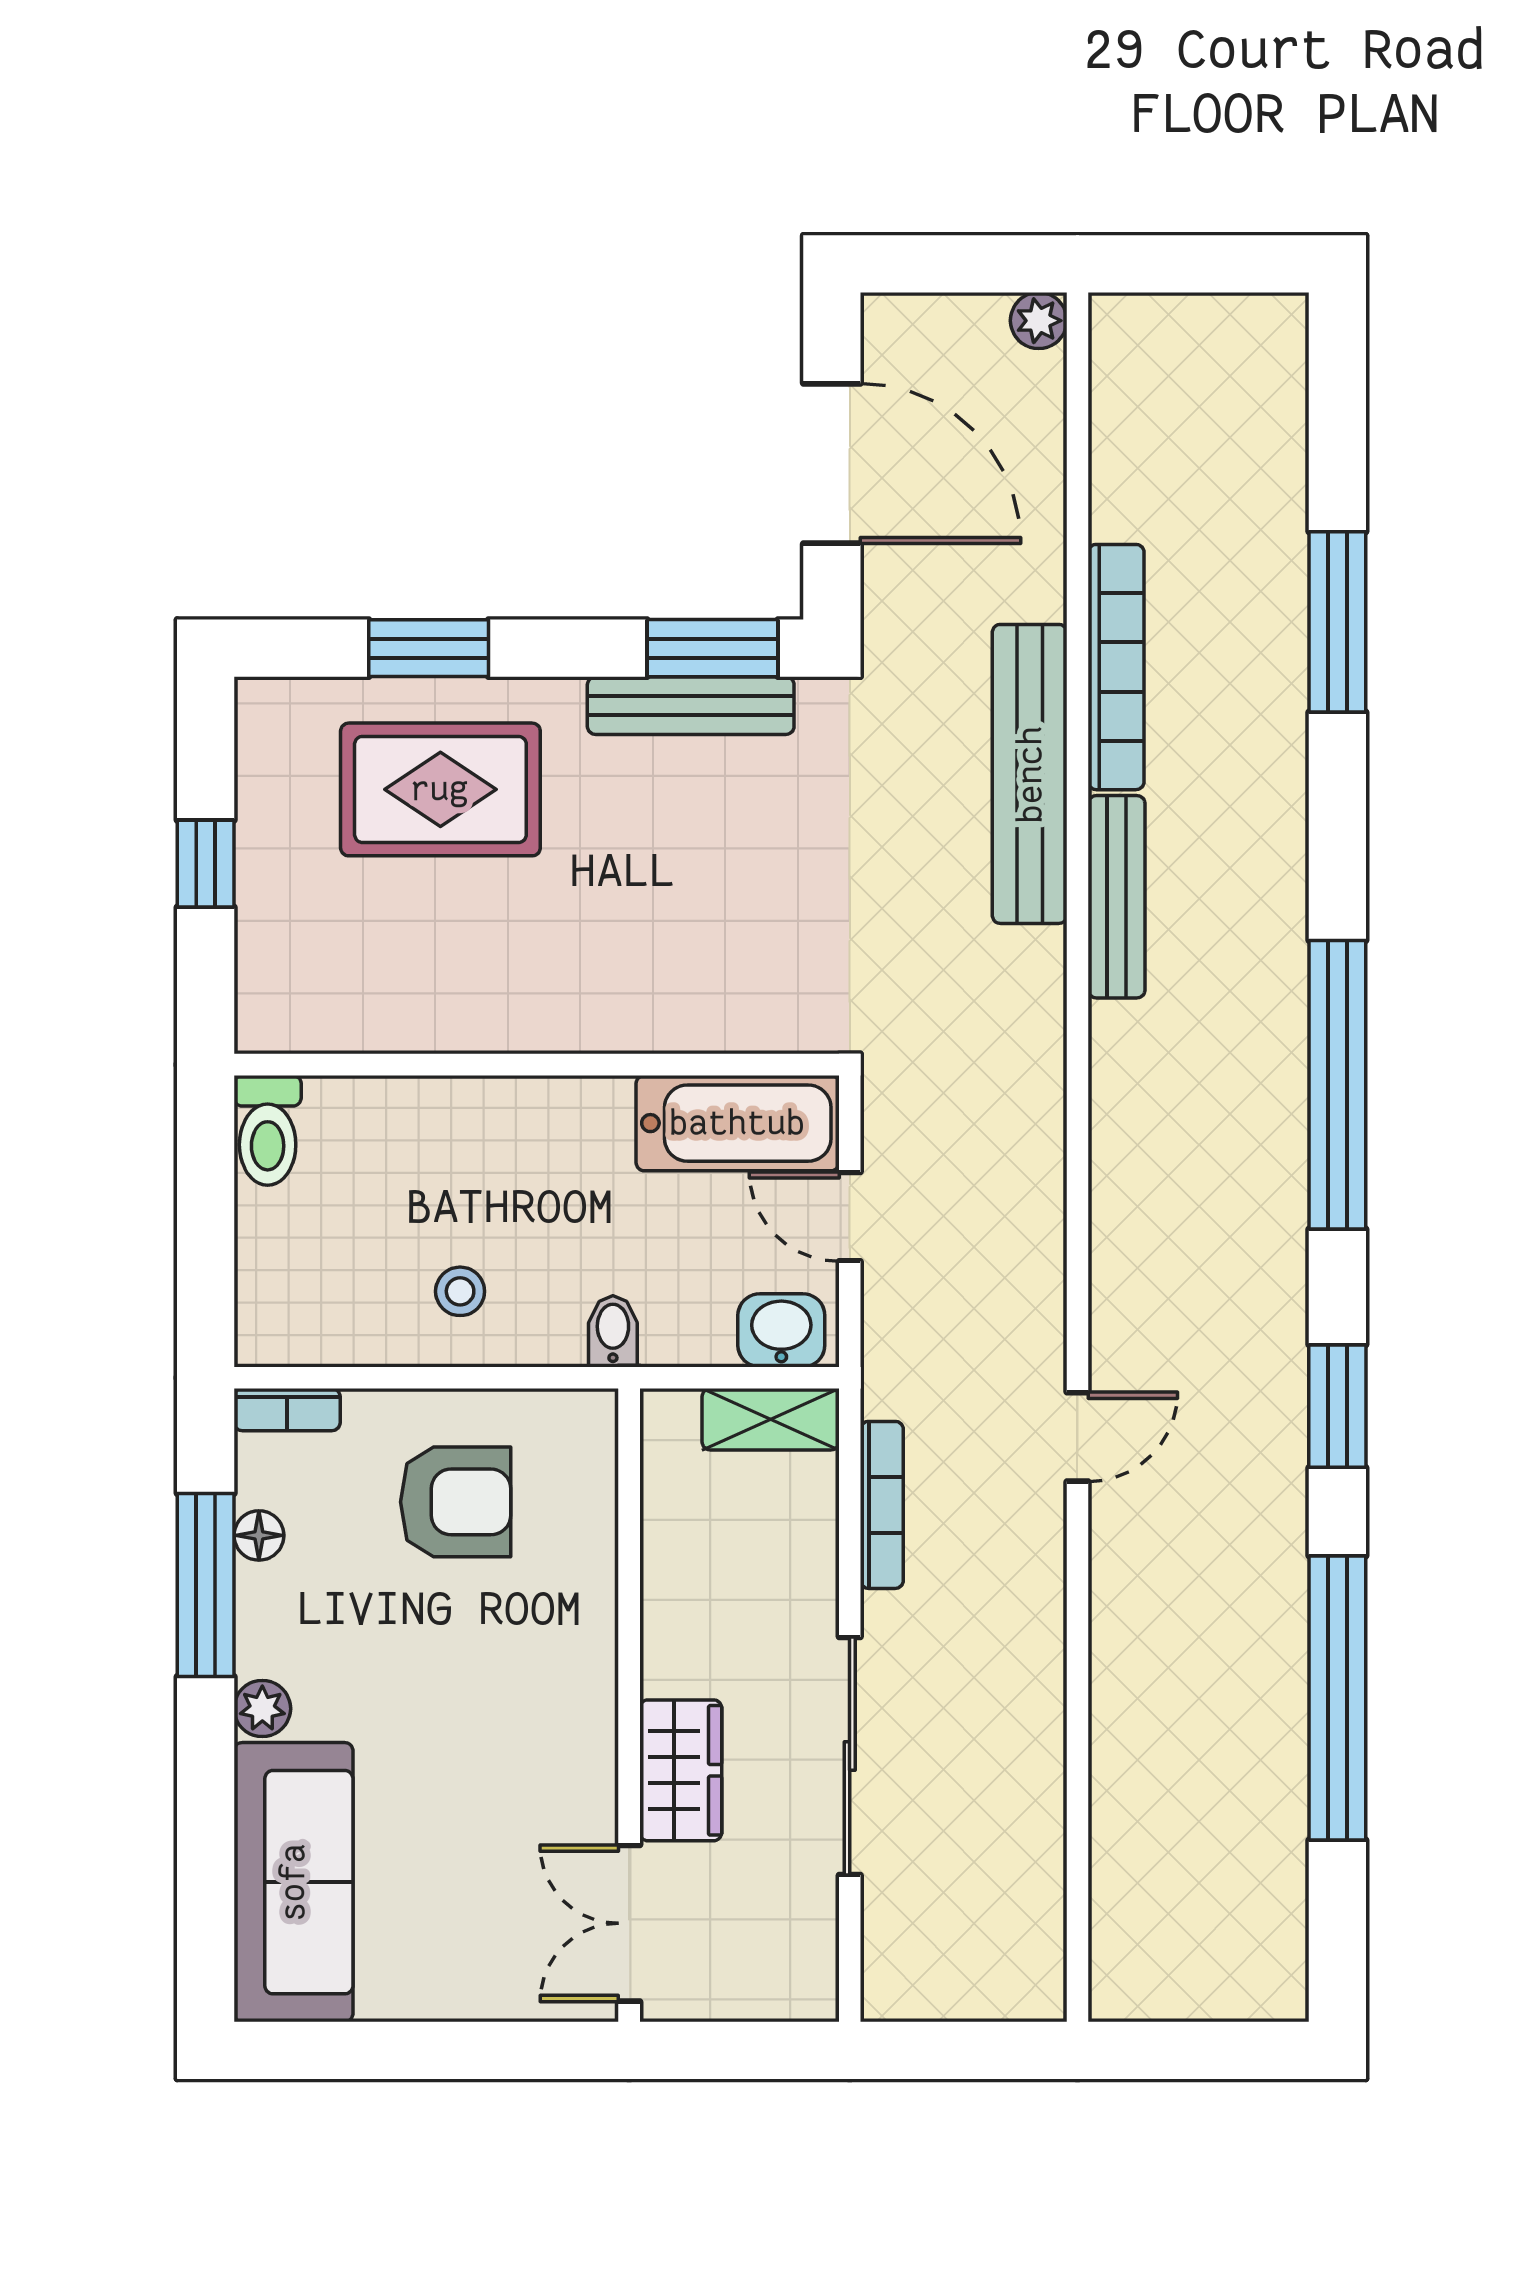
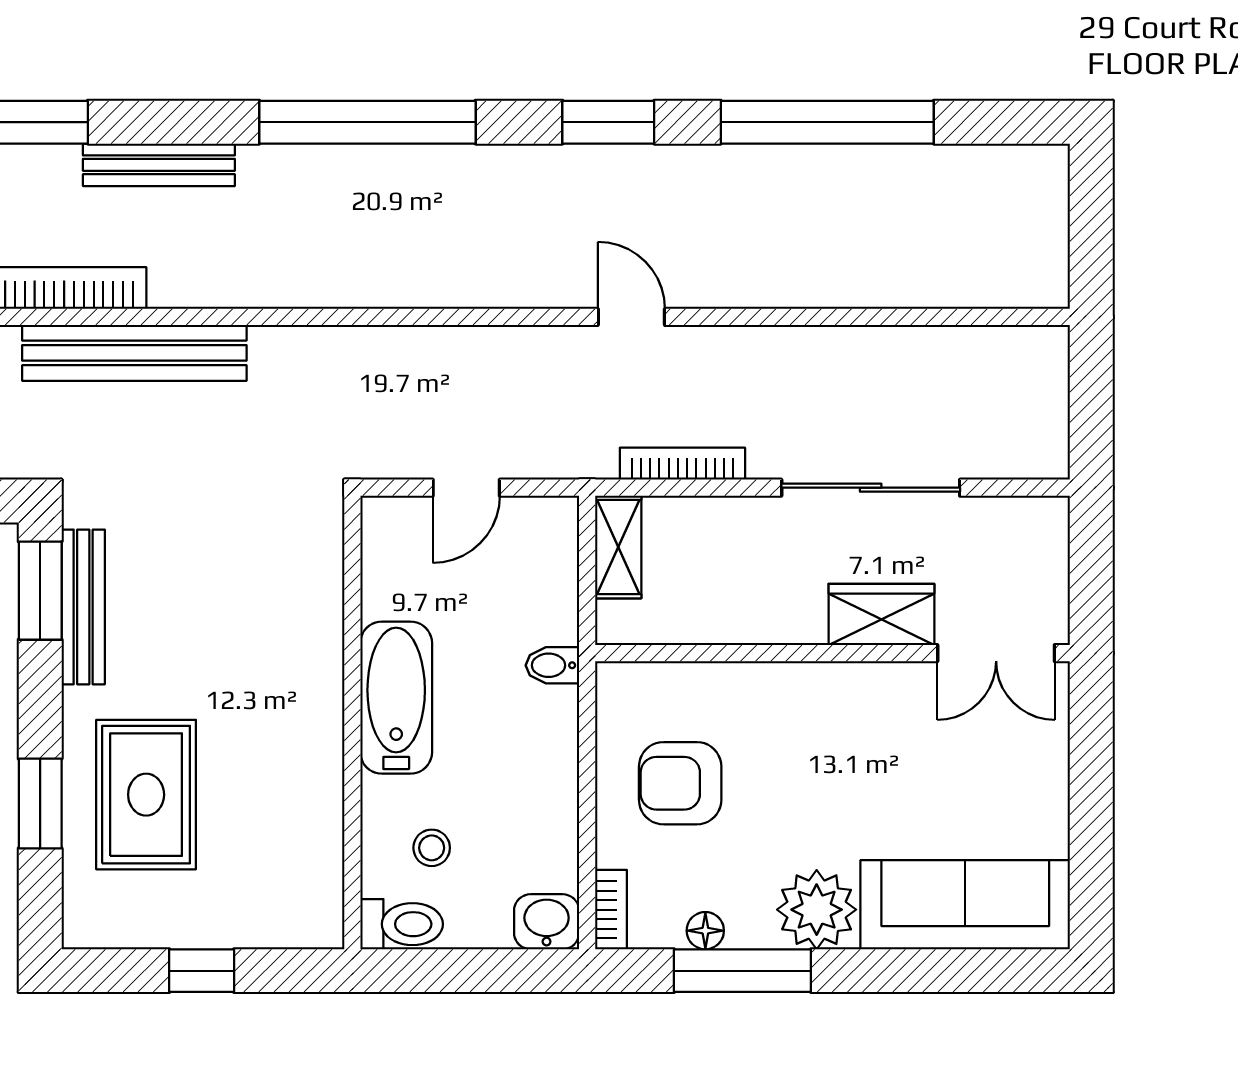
bench: (1117, 897) -> (159, 165), moved
bathtub: (738, 1123) -> (396, 698), moved
stool: (460, 1291) -> (432, 848), moved
washbasin: (781, 1330) -> (547, 922), moved, turned 90
armchair: (456, 1502) -> (680, 783), turned -90
plant: (262, 1709) -> (817, 910), width x1.88, depth x1.88

